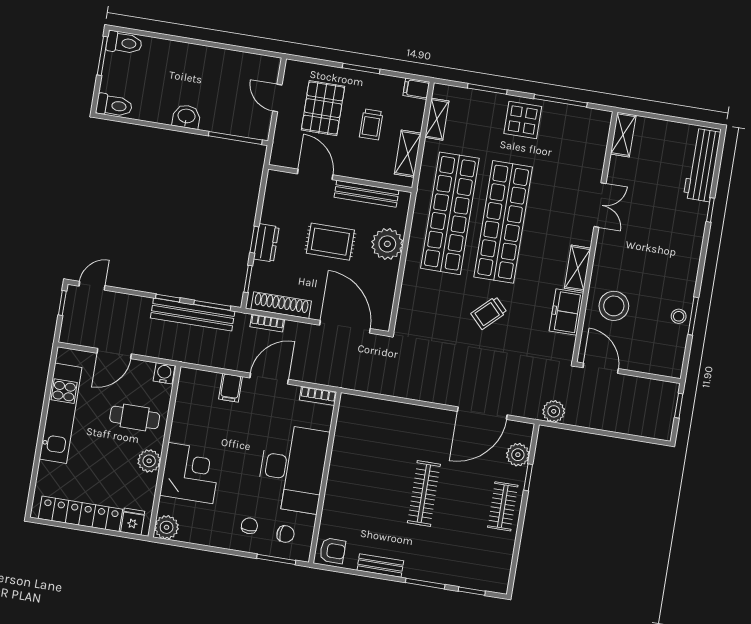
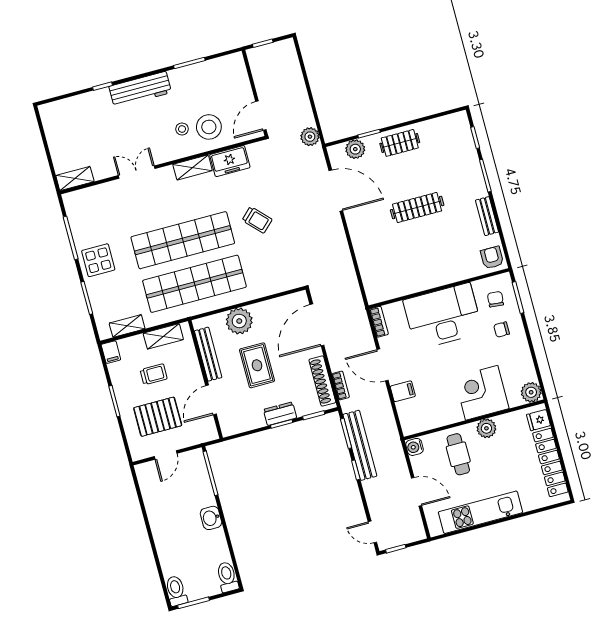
workbench: (702, 165) -> (140, 89), moved
stool: (679, 316) -> (182, 129), moved

